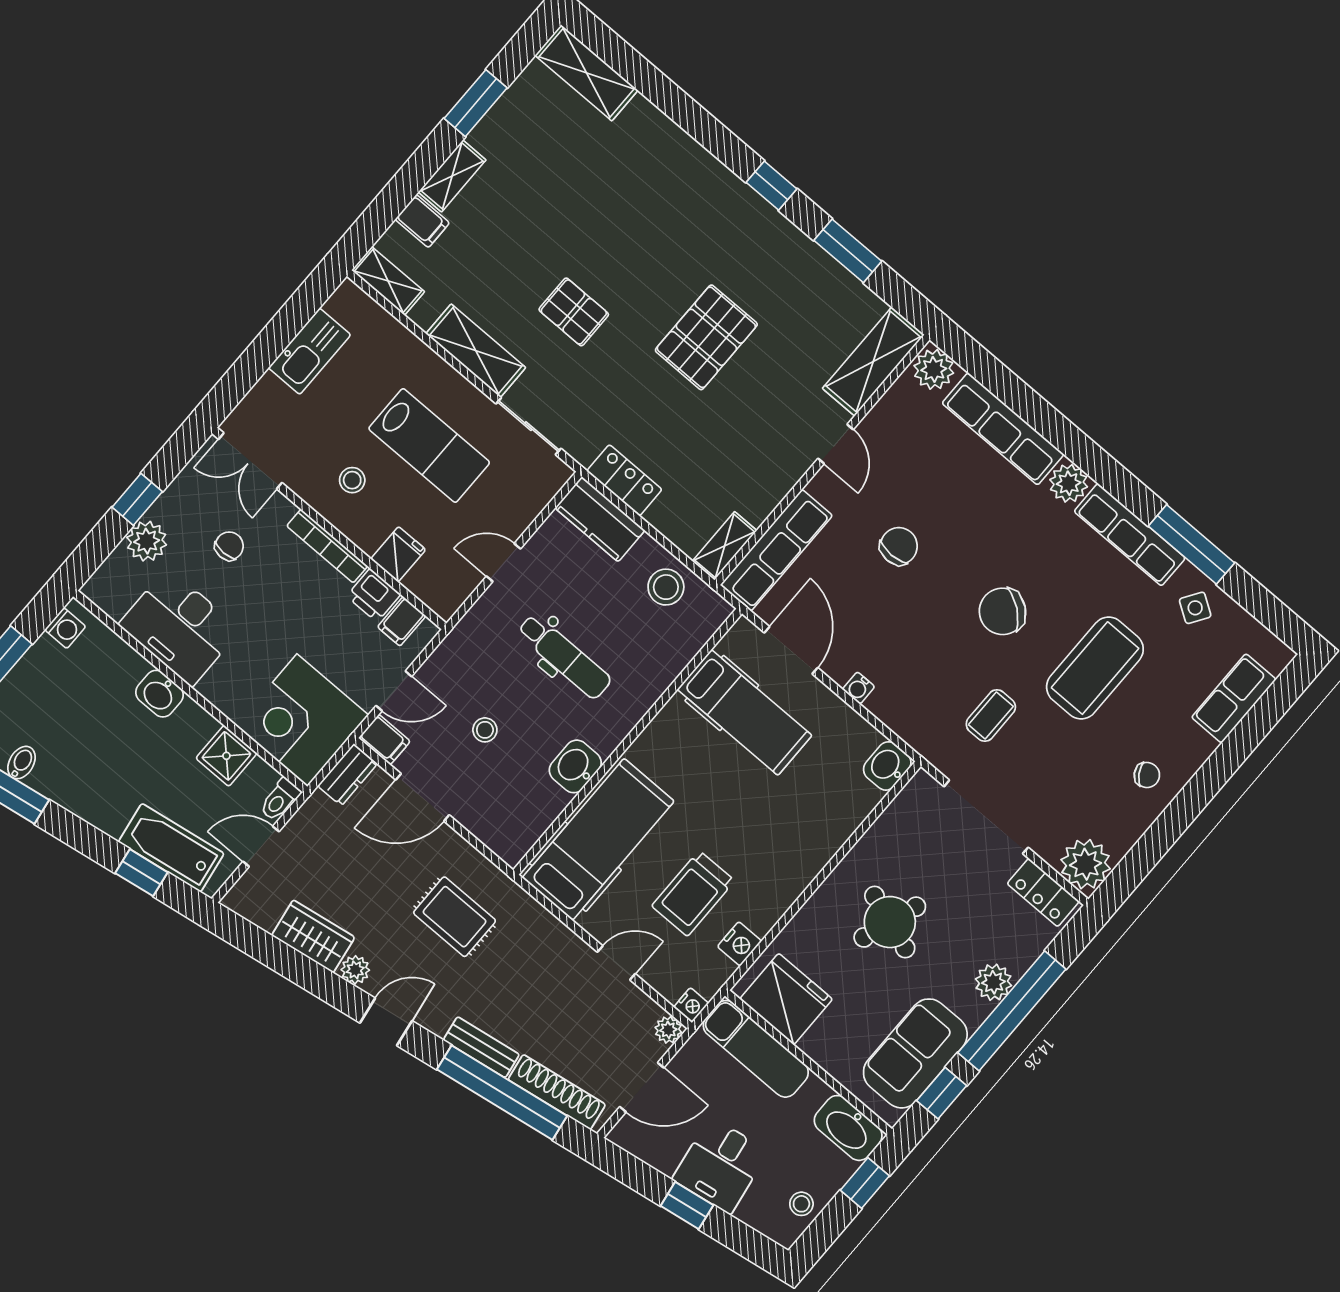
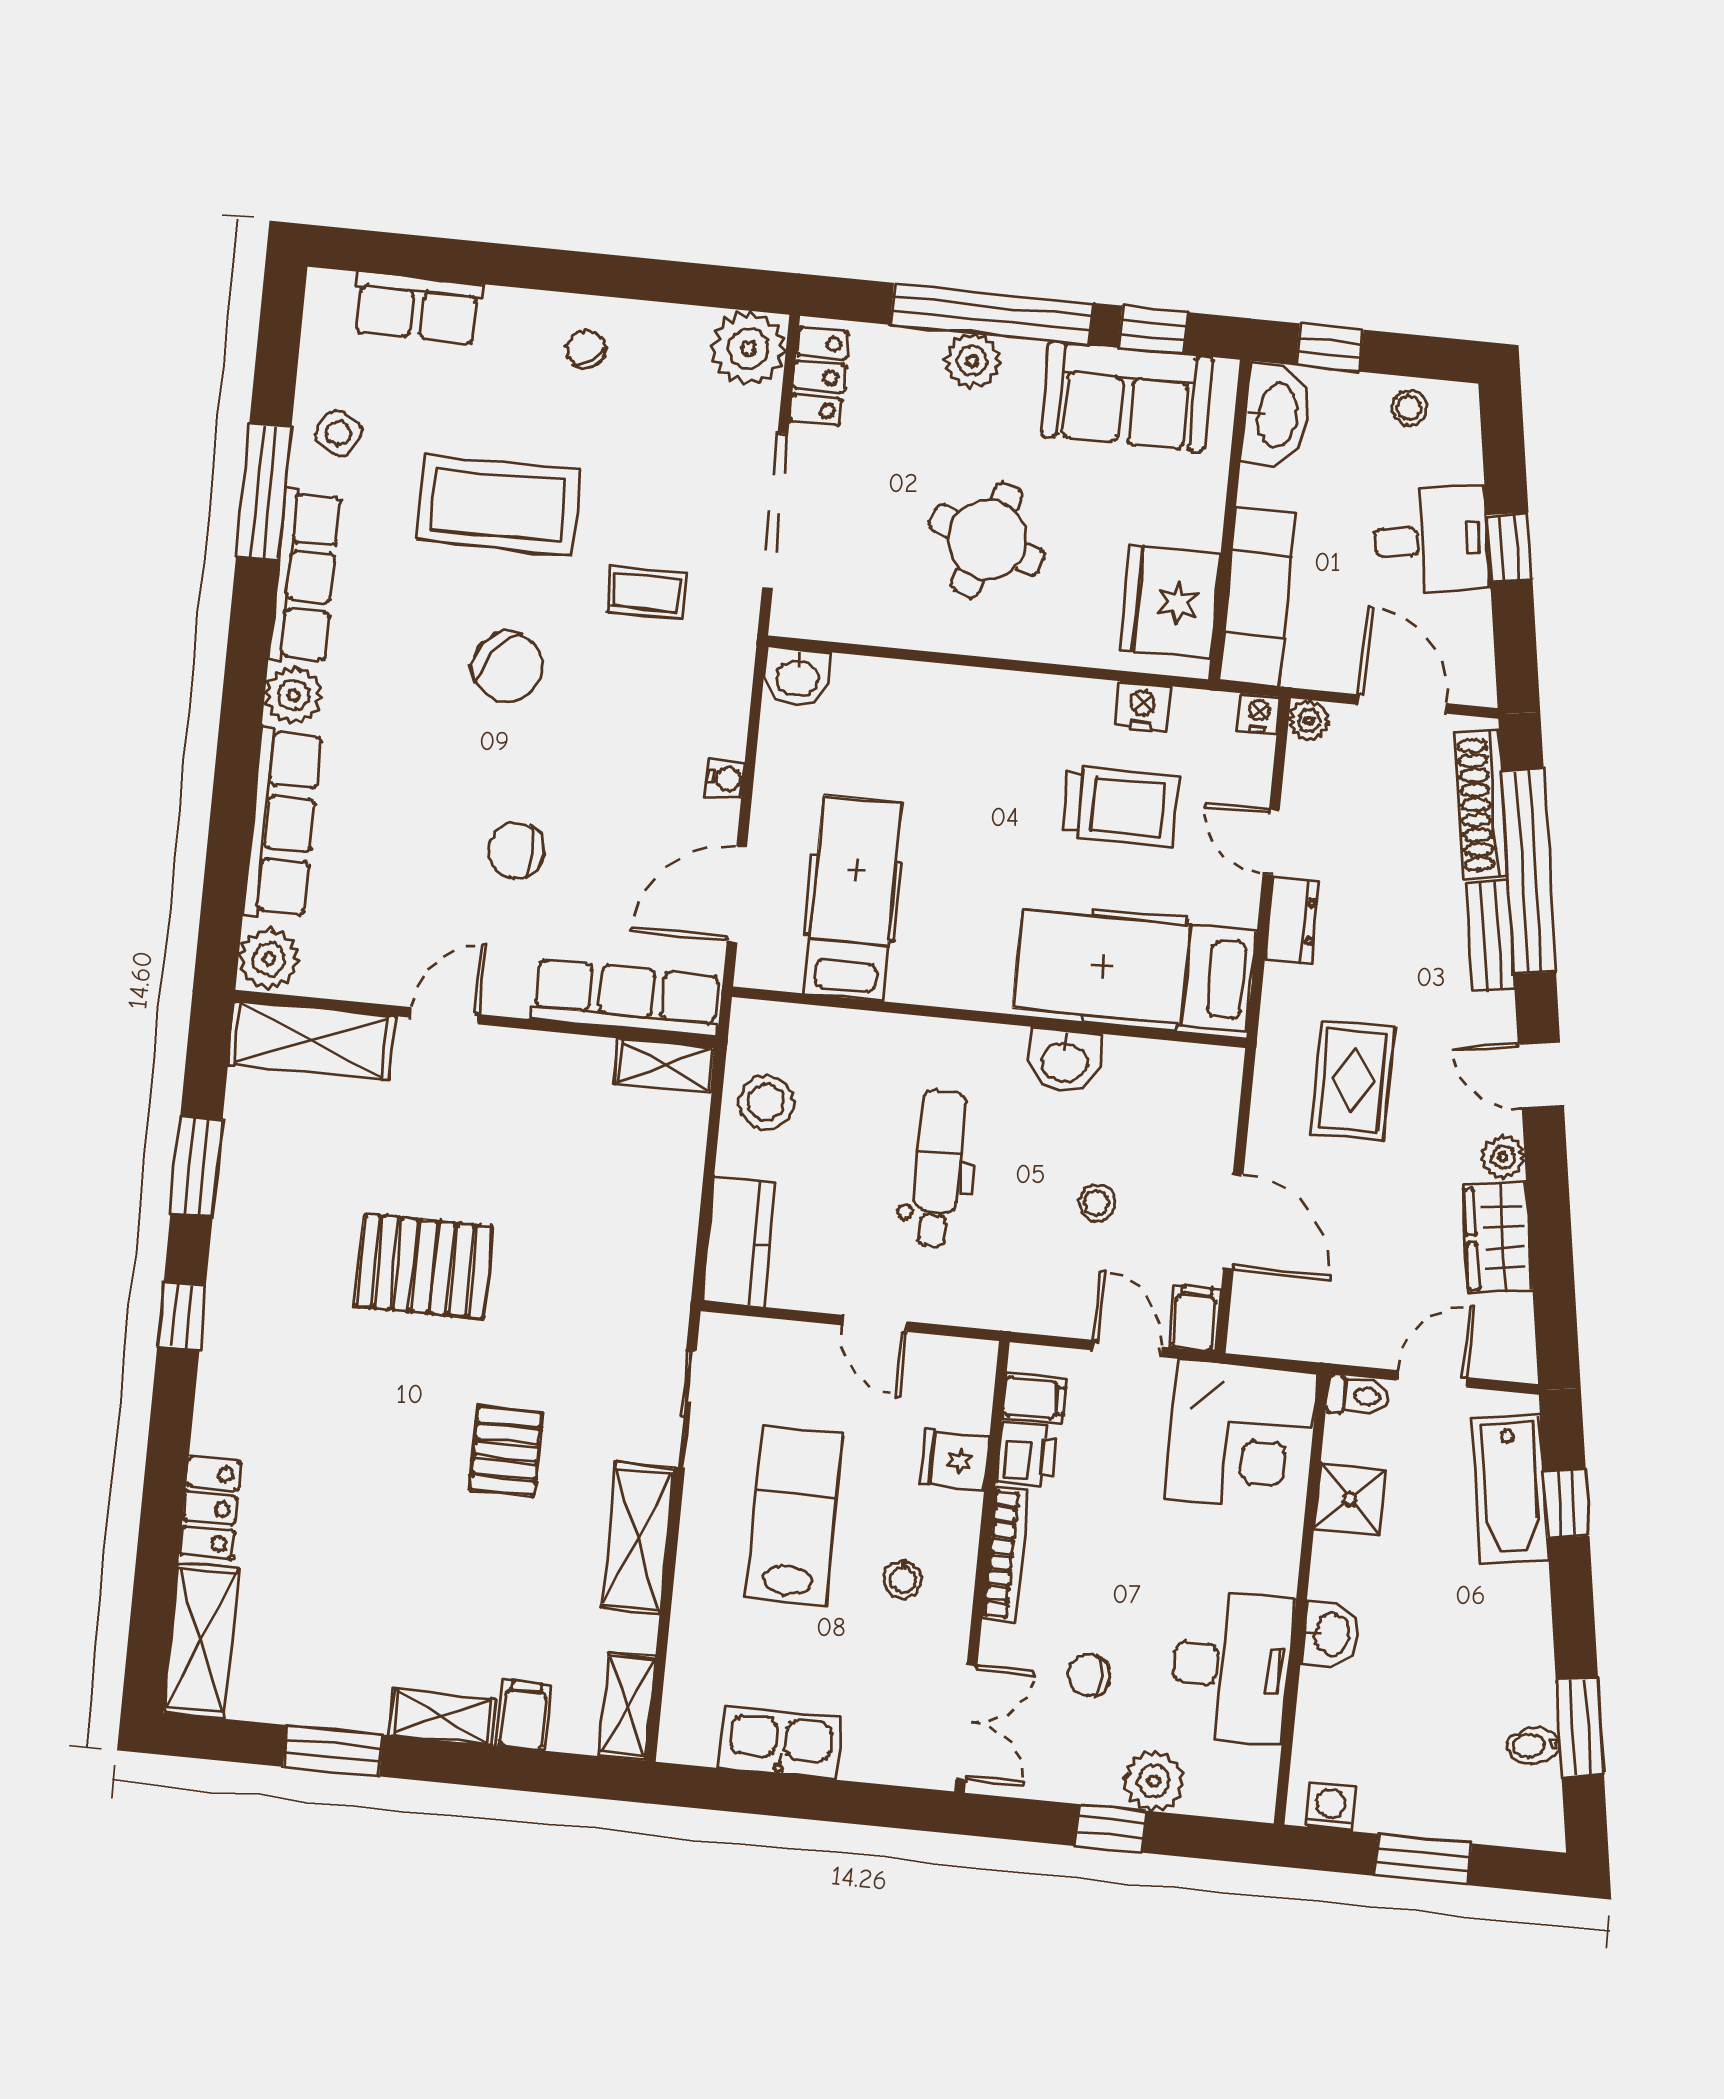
locker: (624, 480) -> (210, 1508), moved, turned 180
dresser: (348, 775) -> (1292, 920), moved, turned 90
door: (261, 847) -> (1432, 1379), swing flipped

